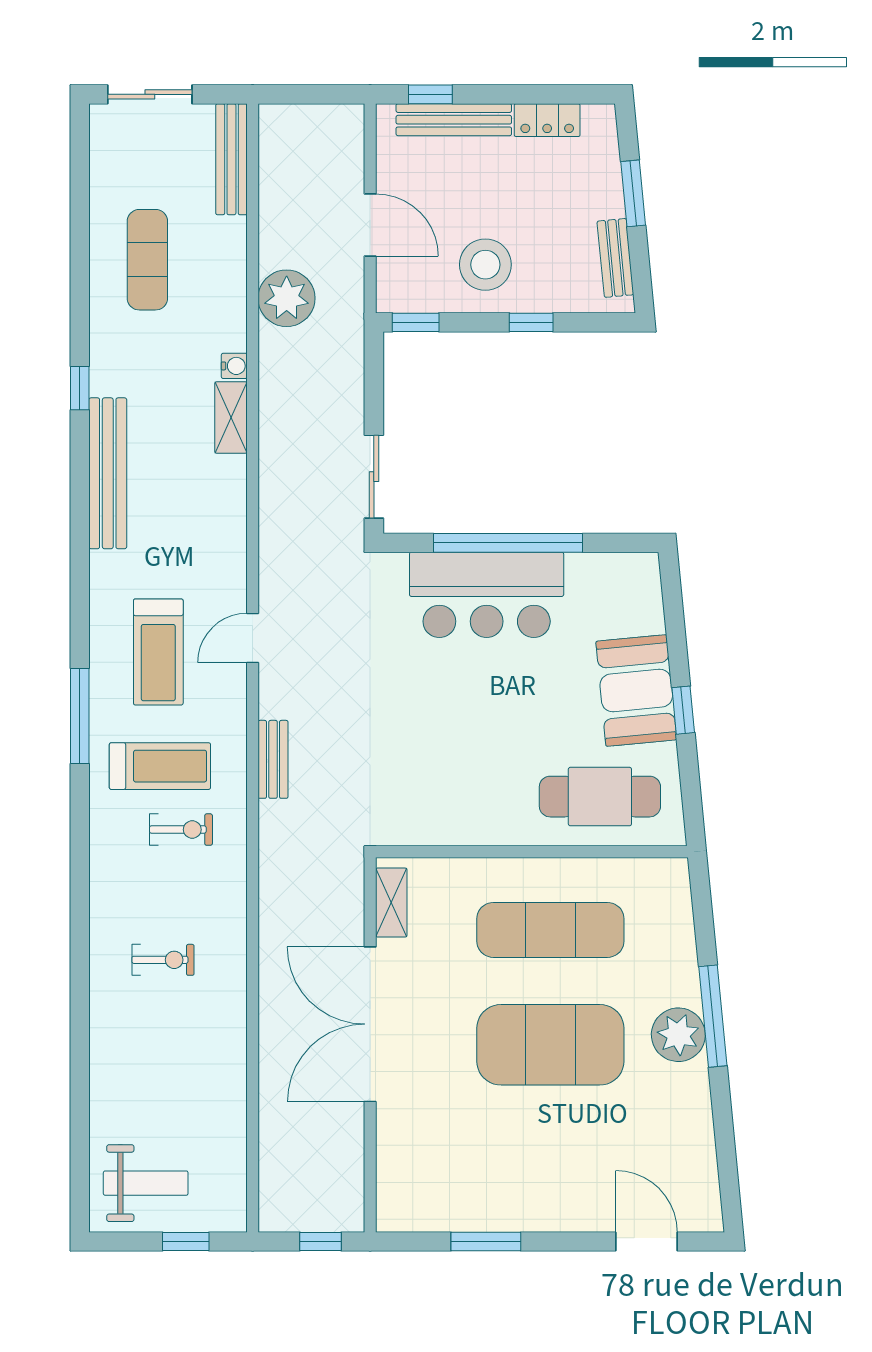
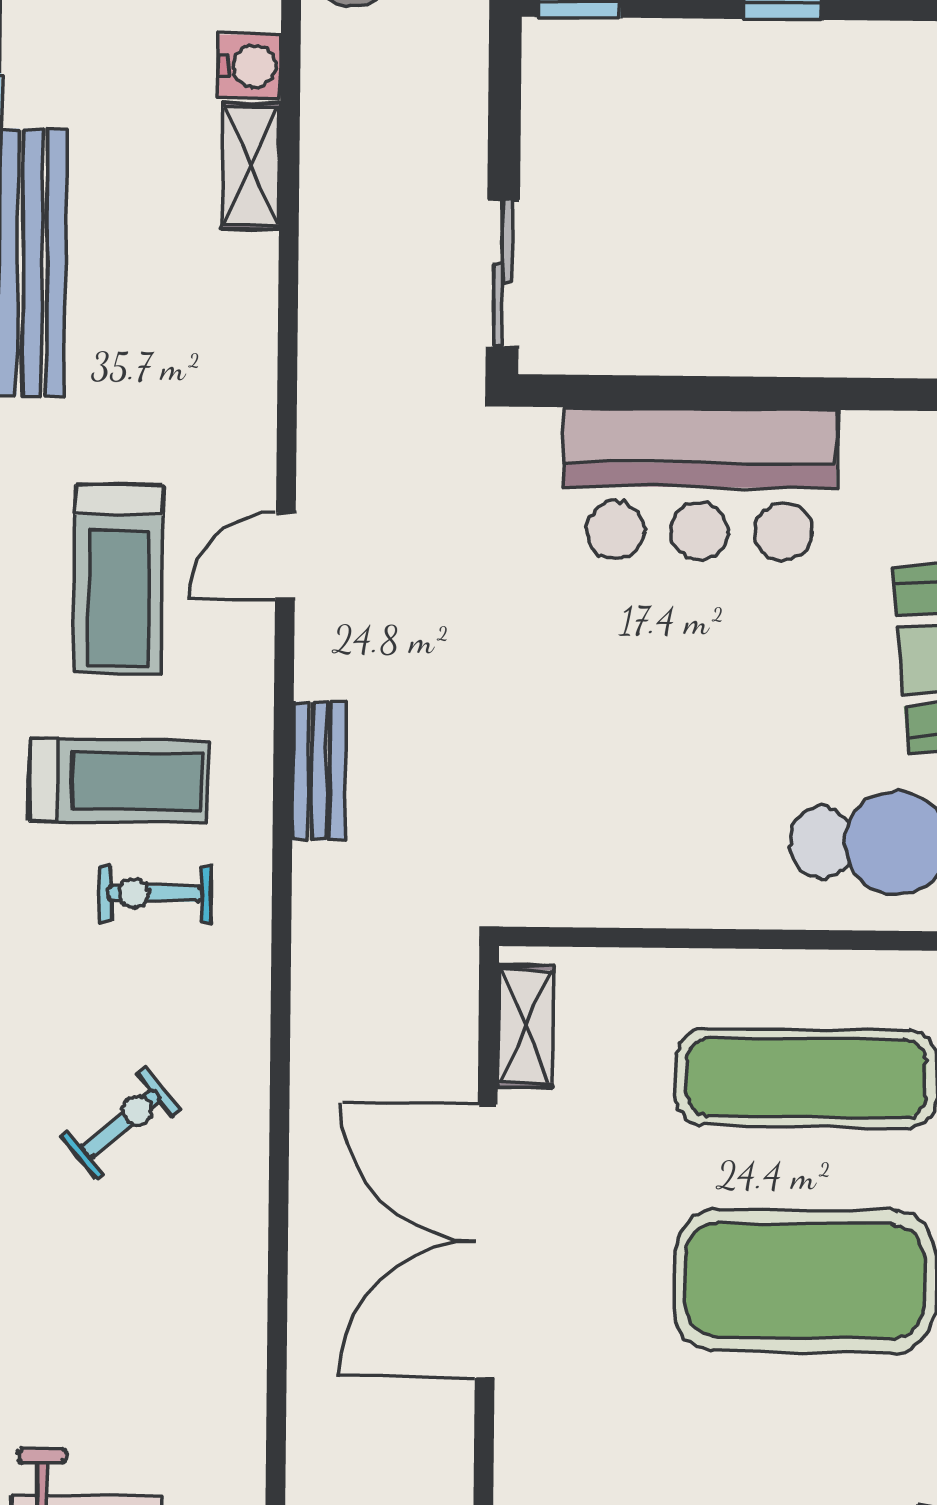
water cooler: (234, 366) -> (249, 66), width x1.38, depth x1.38
window: (508, 543) -> (739, 393), removed
exercise bike: (181, 830) -> (155, 893), turned 180
exercise bike: (163, 960) -> (121, 1124), turned -40

